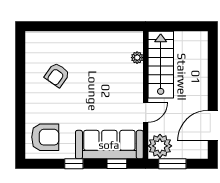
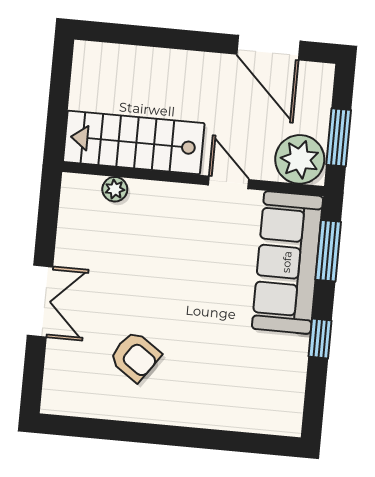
double door: (80, 26) -> (40, 301), added
armchair: (45, 137) -> (260, 392), removed
window: (117, 164) -> (328, 251), width x1.50

